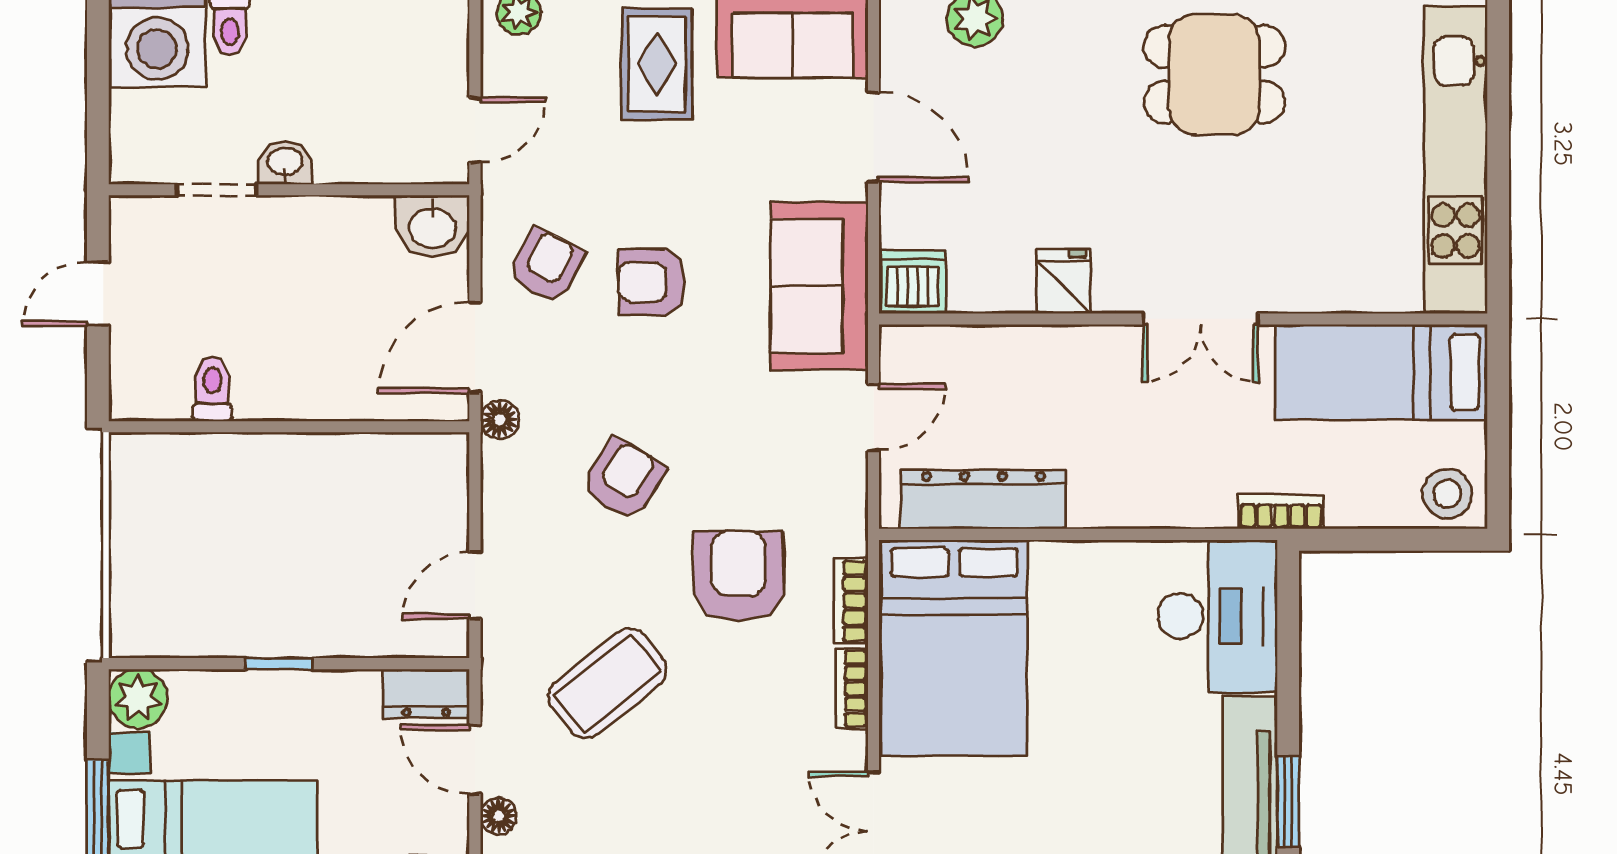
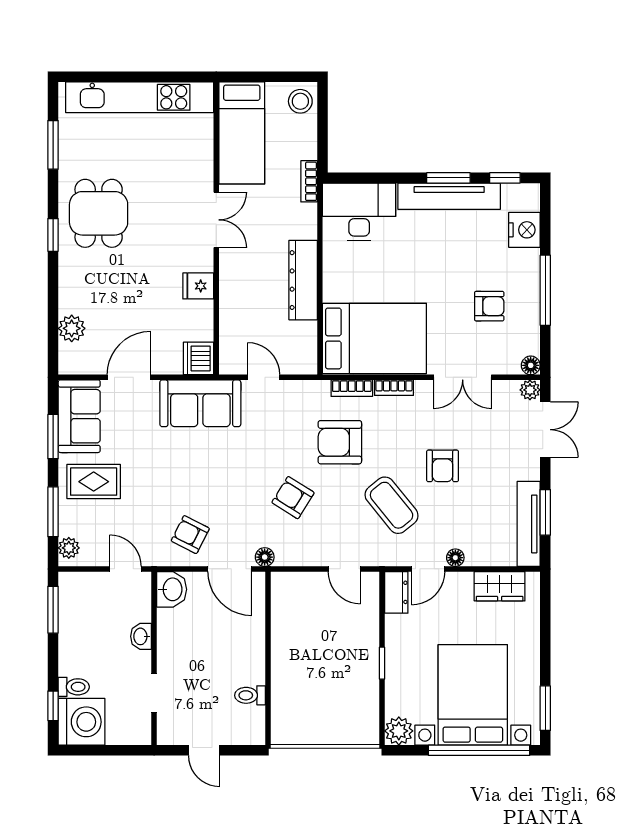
washbasin: (285, 163) -> (141, 636), moved
armchair: (652, 282) -> (443, 466), moved
dresser: (983, 500) -> (303, 280), moved

